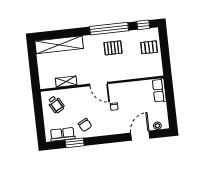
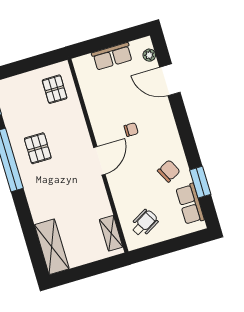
shelving: (59, 45) -> (52, 247), width x0.68
pallet: (149, 47) -> (55, 89), moved
shelving: (66, 82) -> (111, 233), moved
row of seats: (159, 90) -> (112, 56), moved

